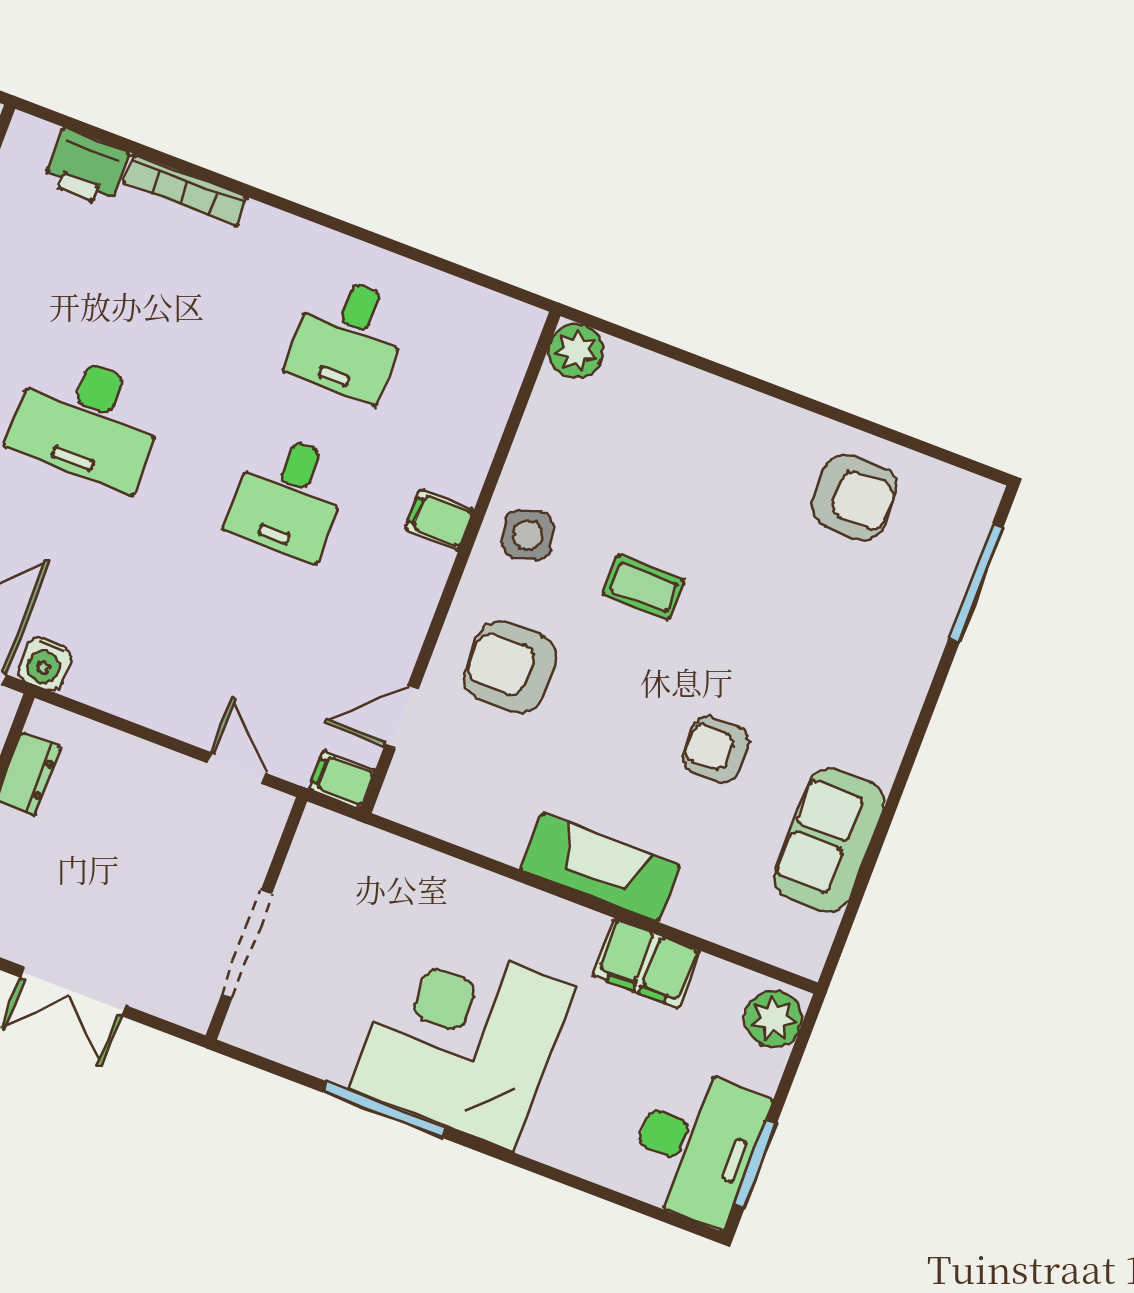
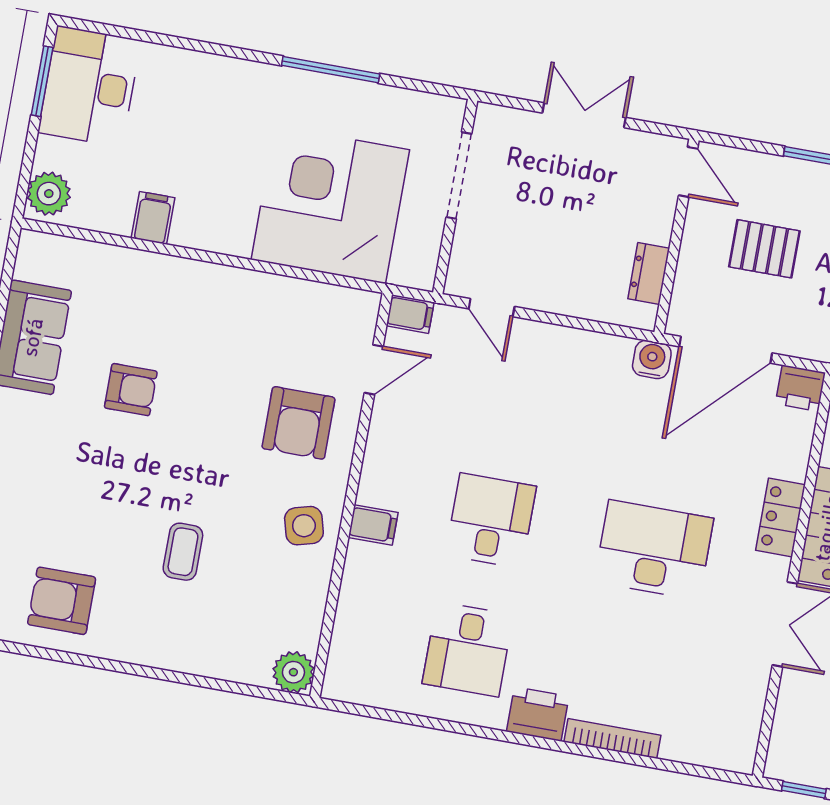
printer: (86, 168) -> (538, 714), moved
desk: (348, 339) -> (468, 649), turned 180
coffee table: (643, 587) -> (183, 552), moved, turned 90
armchair: (510, 667) -> (299, 423), turned 90
fireplace: (600, 867) -> (202, 284), removed
filing cabinet: (647, 963) -> (153, 218), width x0.50
corner desk: (462, 1038) -> (330, 205), moved, turned 180

